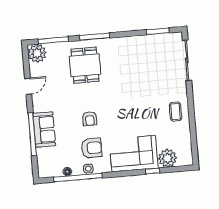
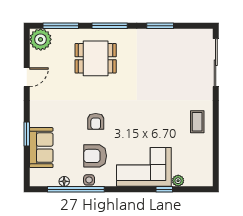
window: (158, 31) -> (160, 26), moved
dining table: (85, 65) -> (96, 58), turned 90
sofa: (44, 130) -> (41, 148), moved
window: (32, 134) -> (27, 134), width x0.47
armchair: (92, 148) -> (95, 156), turned 180
plant: (167, 158) -> (178, 181), width x0.53, depth x0.53

